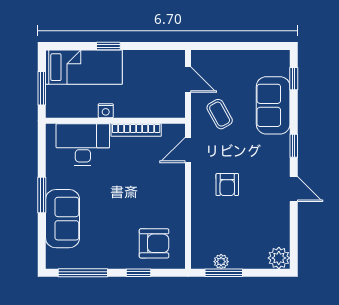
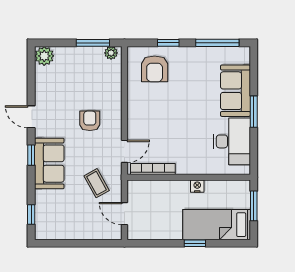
sofa: (273, 105) -> (49, 164), moved
bookcase: (136, 130) -> (153, 169), moved
desk: (83, 145) -> (232, 141), moved, turned -90
armchair: (154, 243) -> (155, 69), turned -90
plant: (221, 262) -> (111, 53), moved

